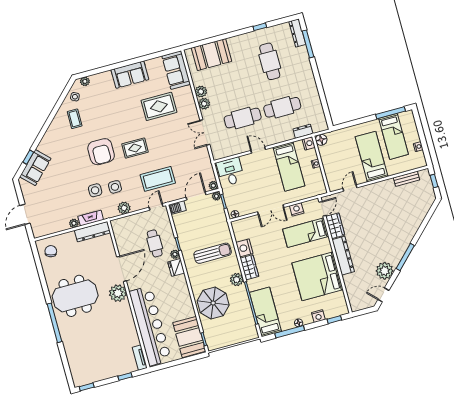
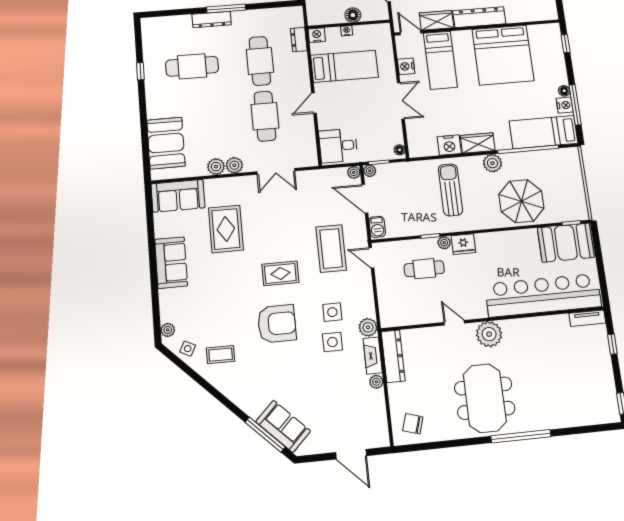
dresser: (297, 33) -> (212, 20), moved
window: (308, 44) -> (226, 9), moved
floor lamp: (321, 140) -> (353, 15), moved
rug: (135, 148) -> (280, 273), turned 90
window: (28, 157) -> (265, 435), width x2.17
plant: (124, 208) -> (368, 327), moved
door: (122, 269) -> (454, 323), width x0.53
nightstand: (318, 316) -> (565, 105), moved

